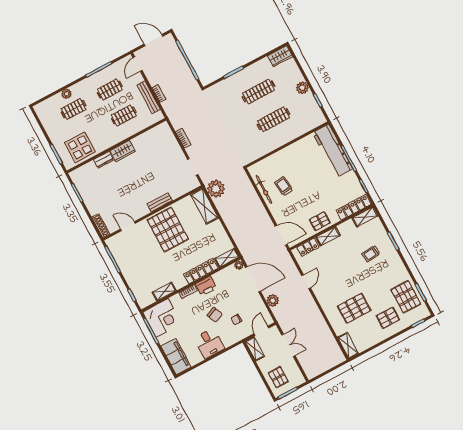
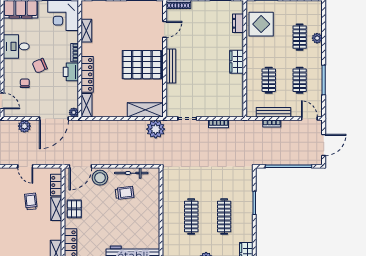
dresser: (103, 160) -> (238, 23), moved
bench: (160, 202) -> (171, 66), width x1.36
stool: (282, 214) -> (100, 178), added
trolley: (371, 254) -> (31, 201), moved

